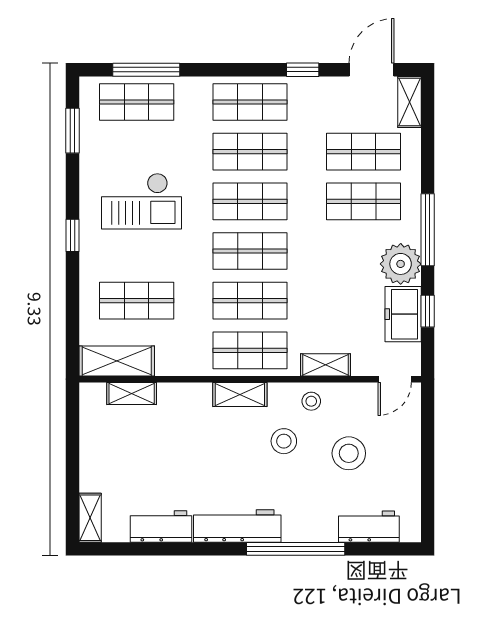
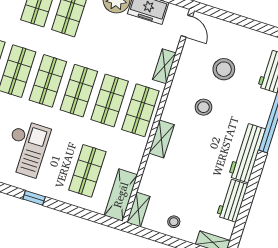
shelving: (132, 394) -> (138, 210), moved
shelving: (240, 394) -> (162, 139), moved
stool: (311, 401) -> (174, 222), moved

